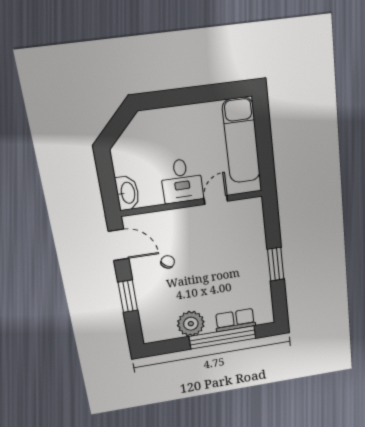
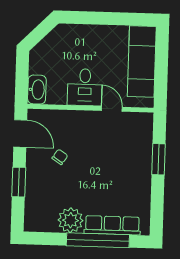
door: (216, 200) -> (112, 109), hinge flipped
window: (276, 264) -> (158, 159), moved
row of seats: (235, 320) -> (112, 225), width x1.48

